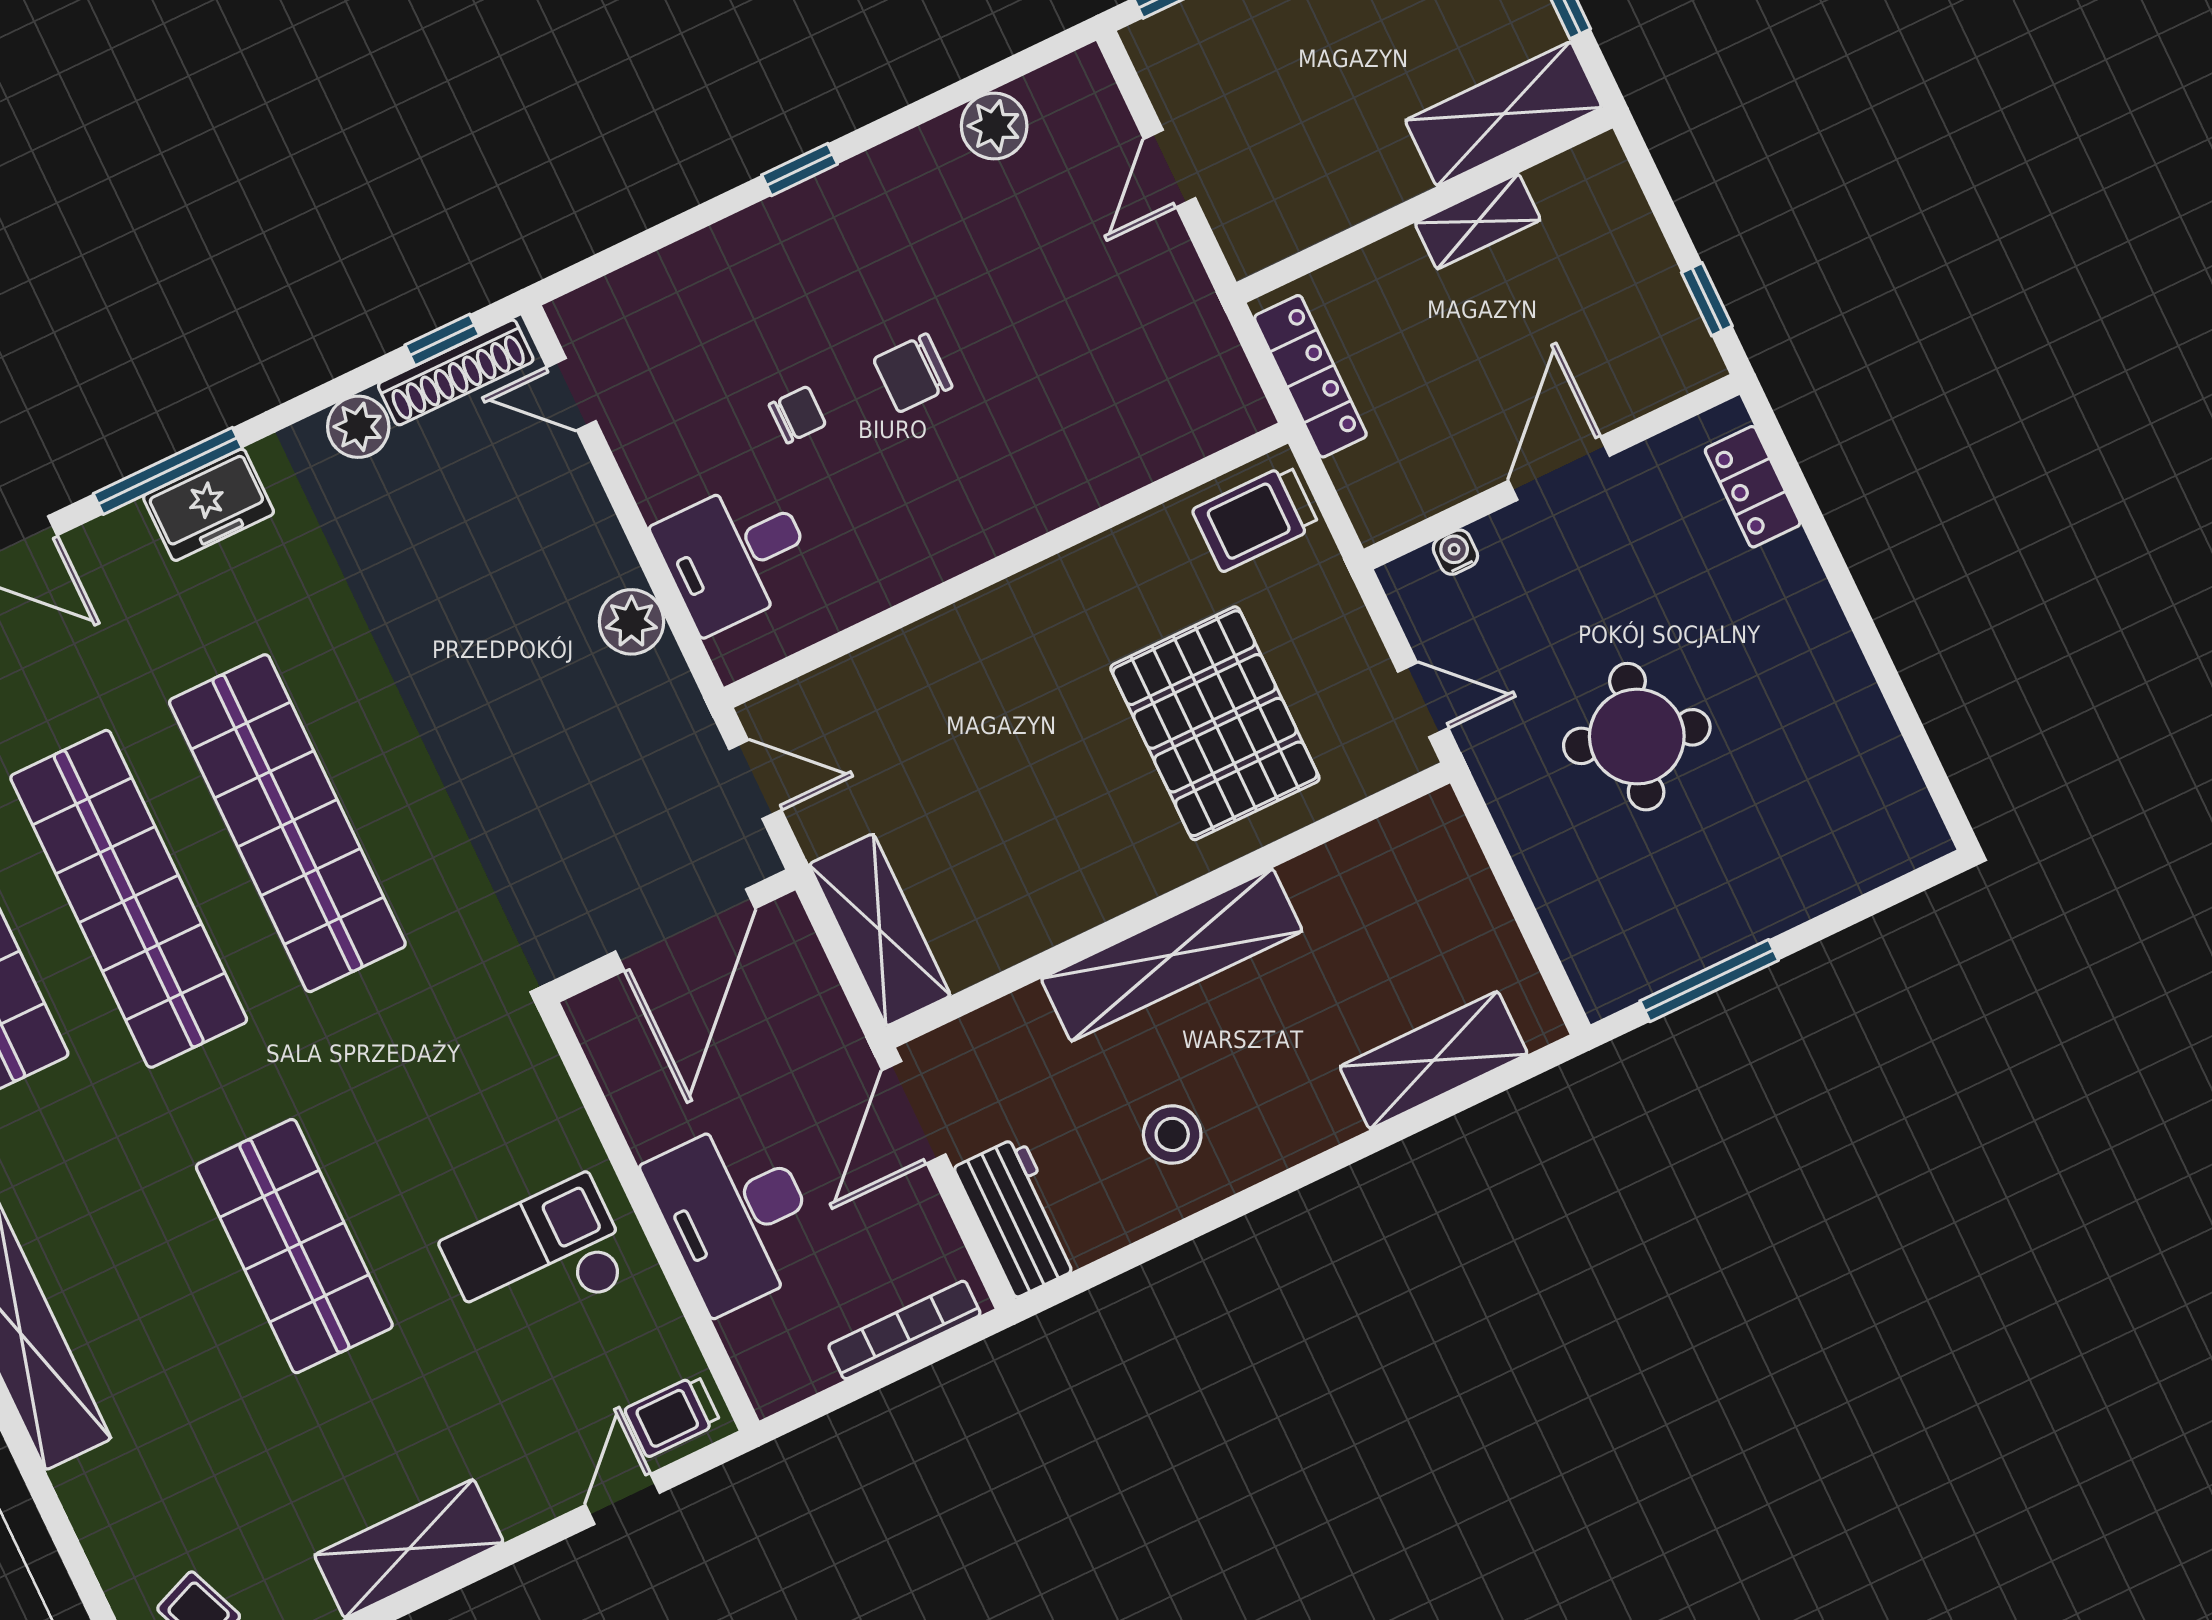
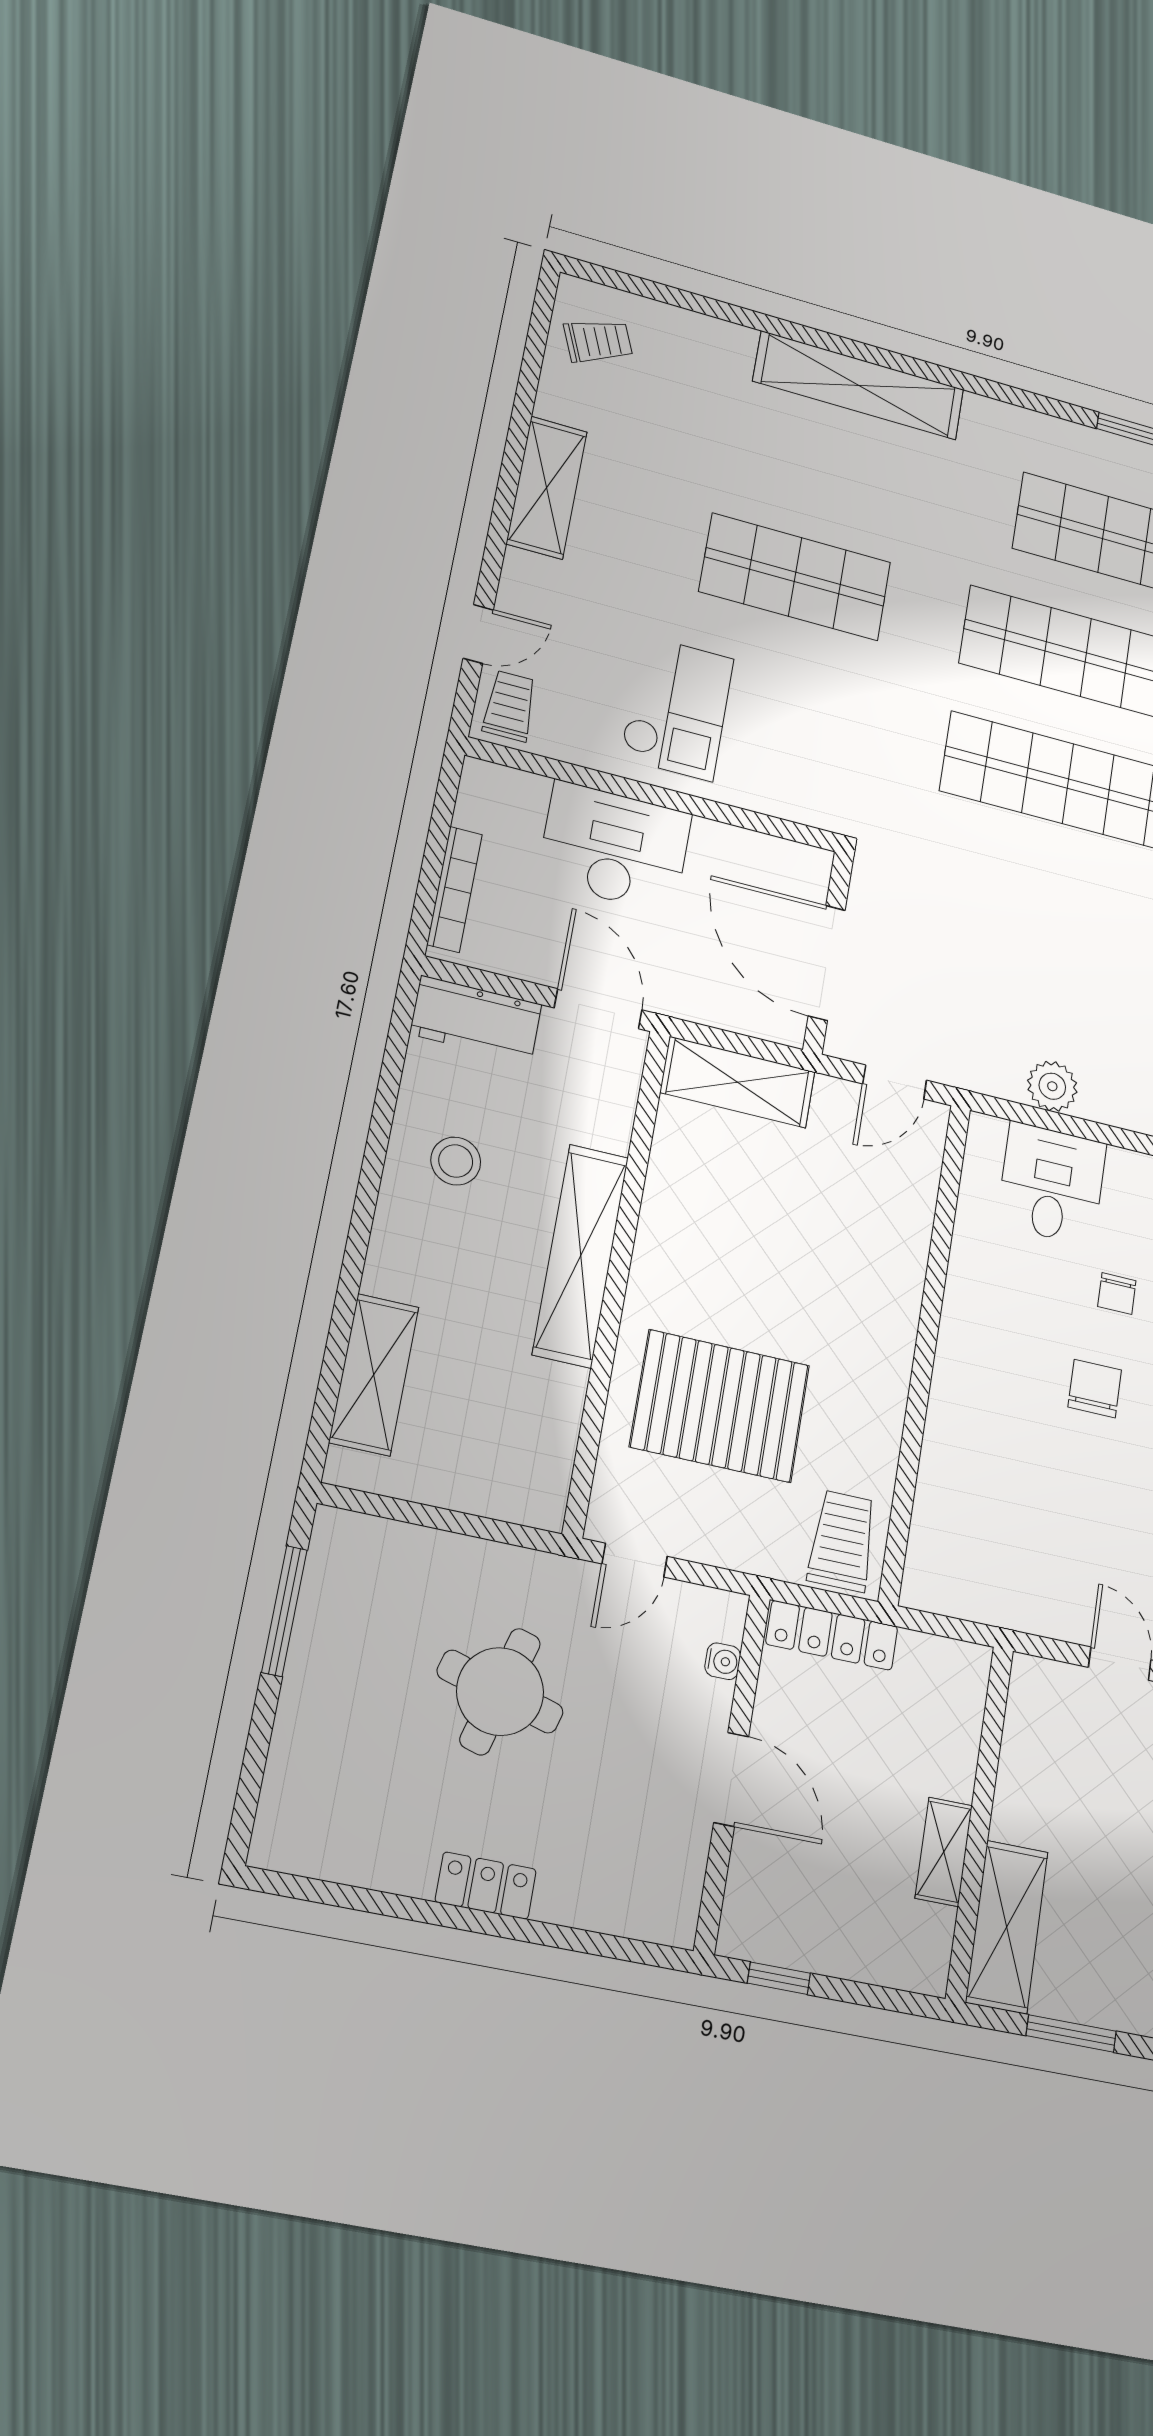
locker: (1310, 376) -> (832, 1635), moved
locker: (1753, 487) -> (486, 1886), moved
door: (622, 1499) -> (478, 634), hinge flipped

